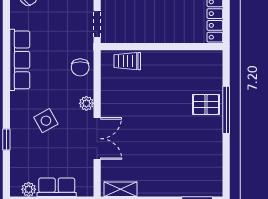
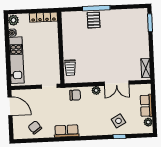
row of seats: (20, 60) -> (67, 131), width x0.68
side table: (46, 121) -> (118, 121), moved
double door: (97, 139) -> (117, 83), swing flipped

